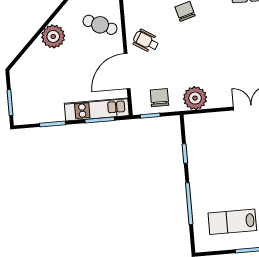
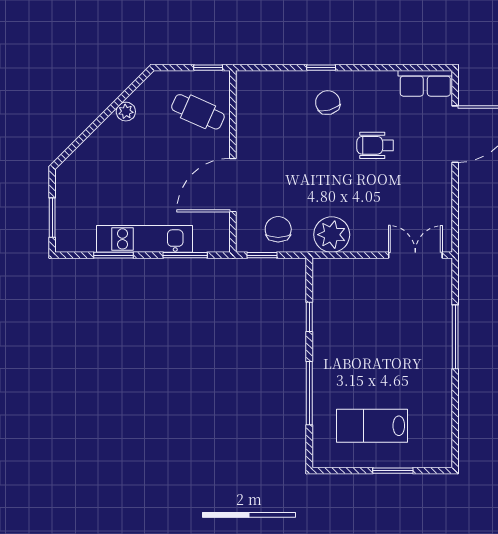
plant: (53, 36) -> (126, 112), width x0.53, depth x0.53
wheelchair: (146, 41) -> (375, 145), moved, turned -32
kitchen unit: (97, 109) -> (145, 239), moved

